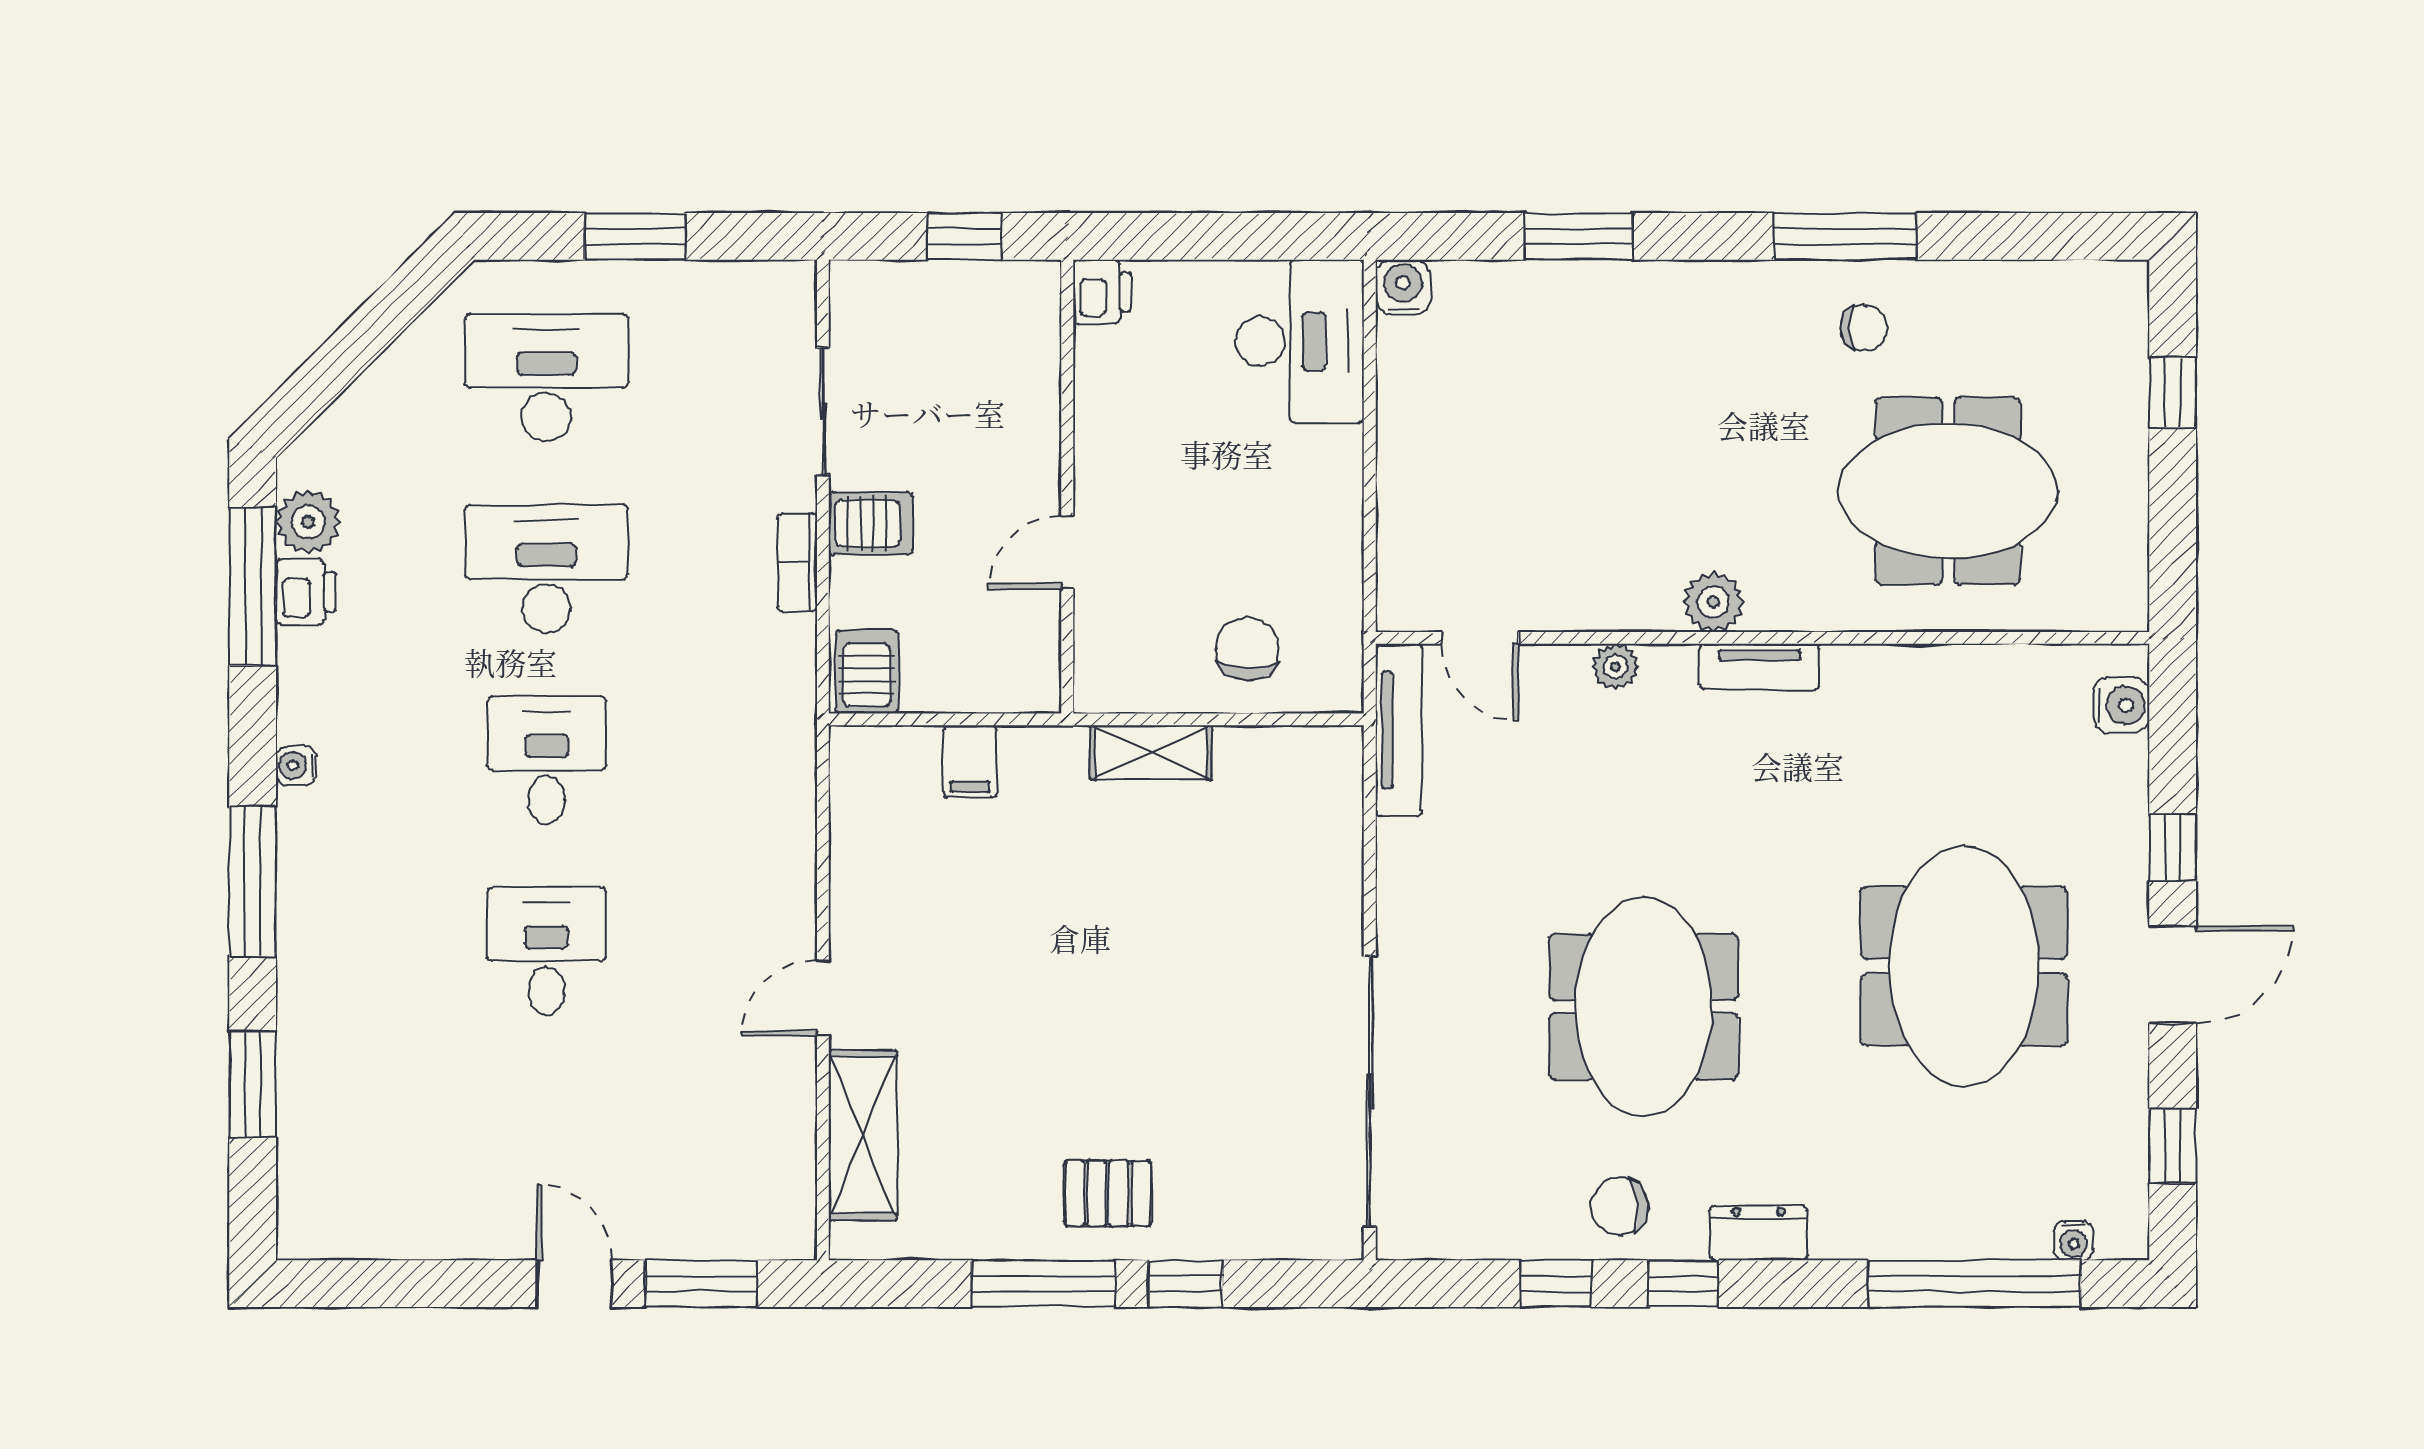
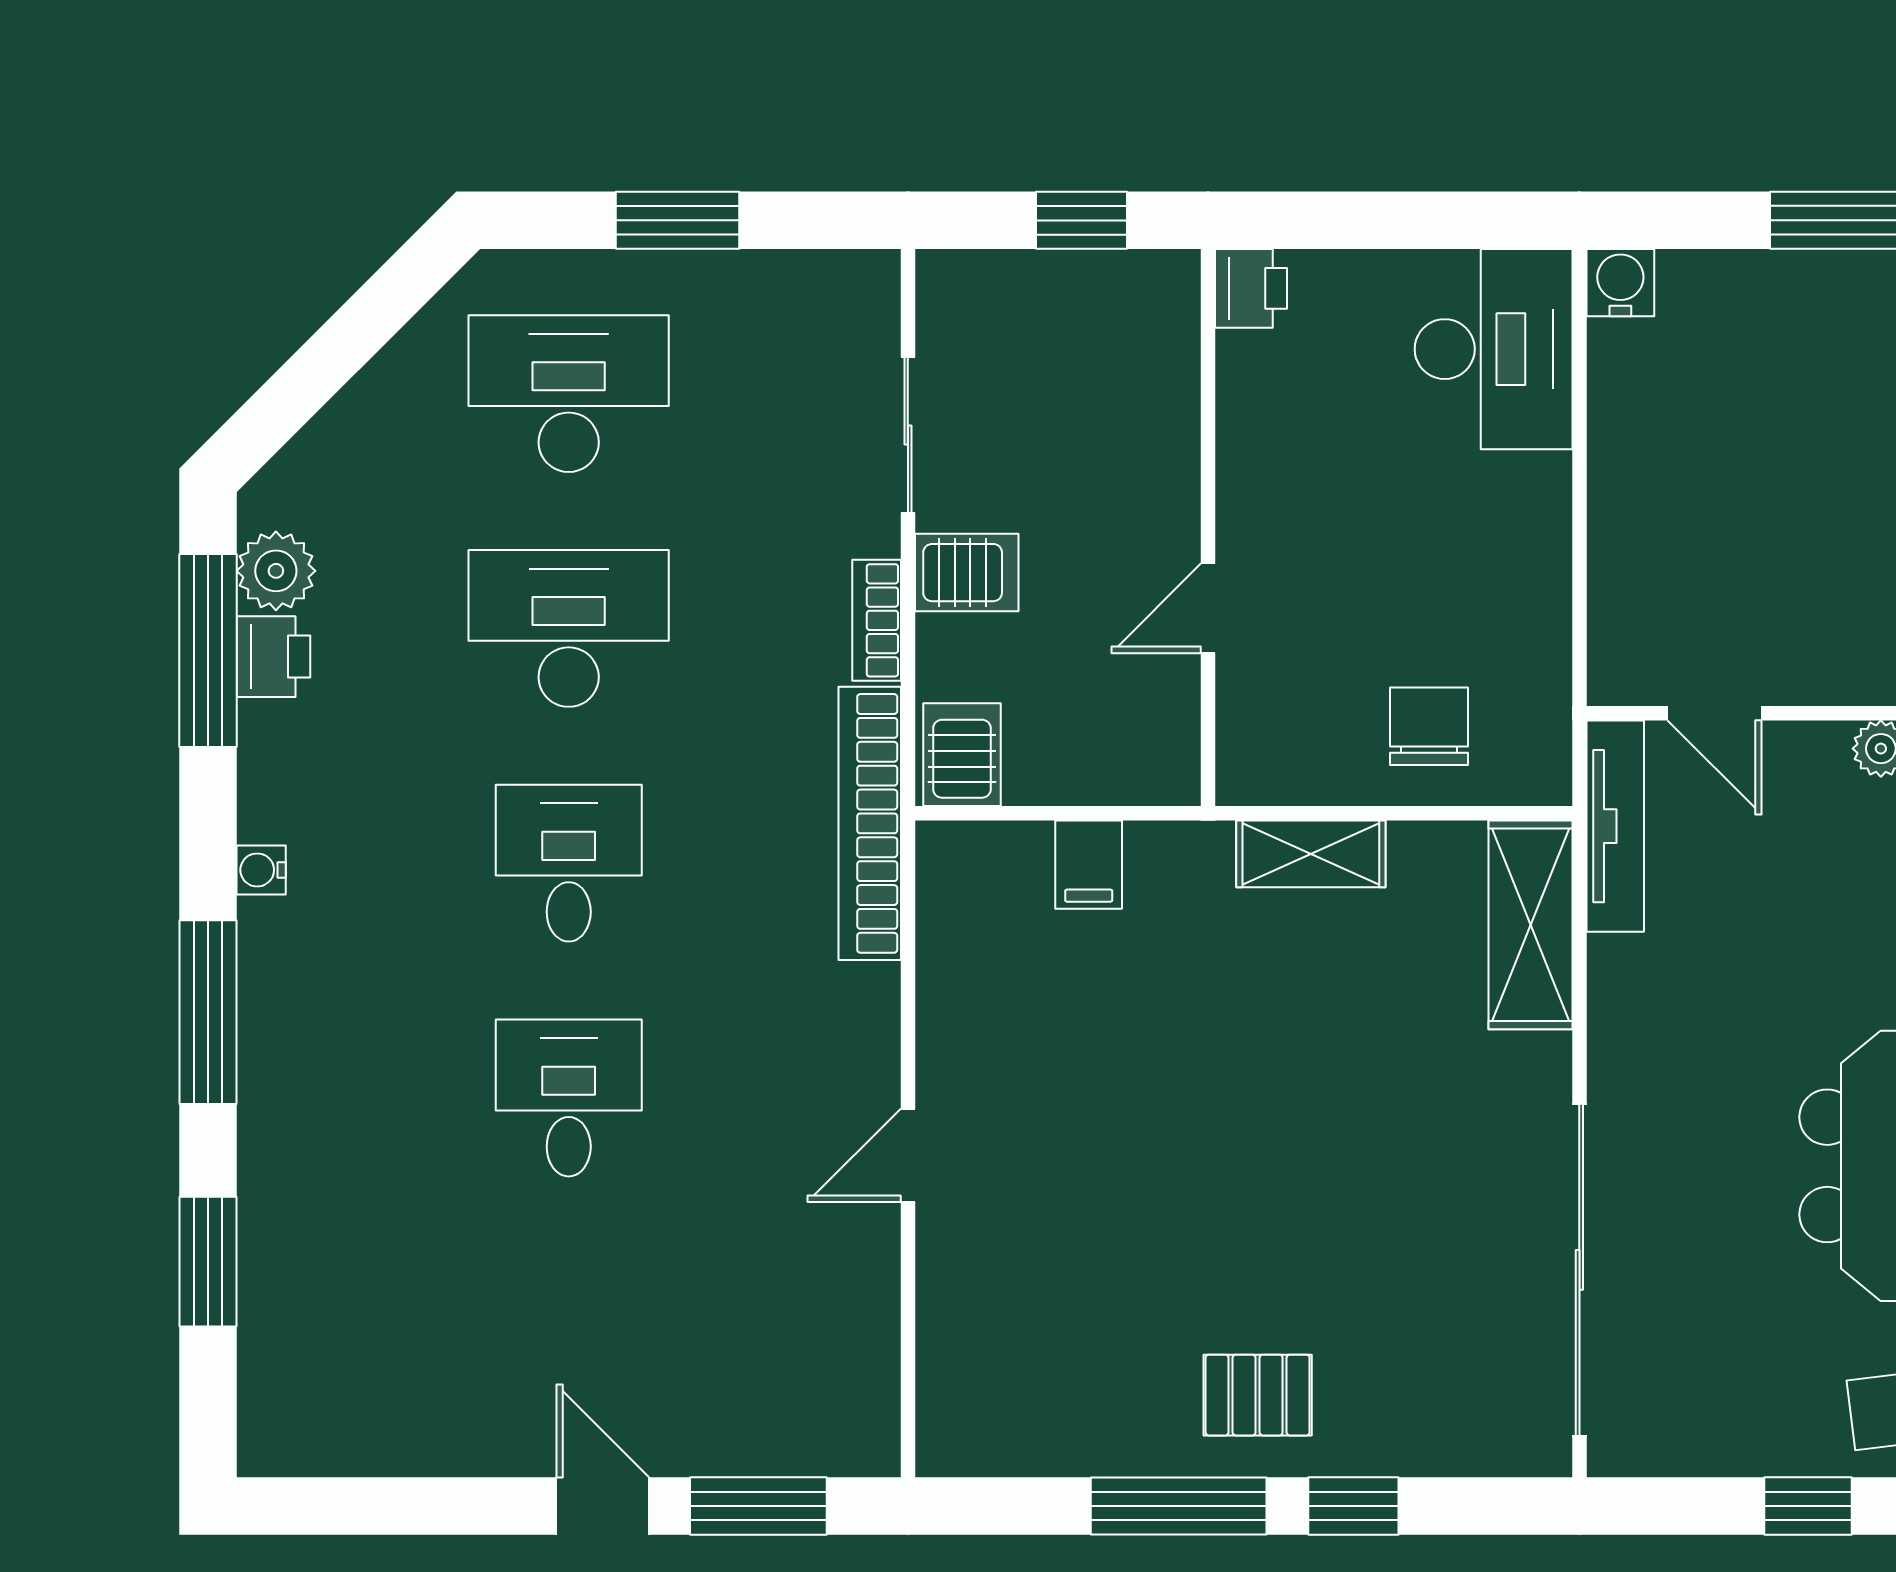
bookcase: (792, 728) -> (870, 823), added
shelving: (863, 1135) -> (1530, 925), moved

